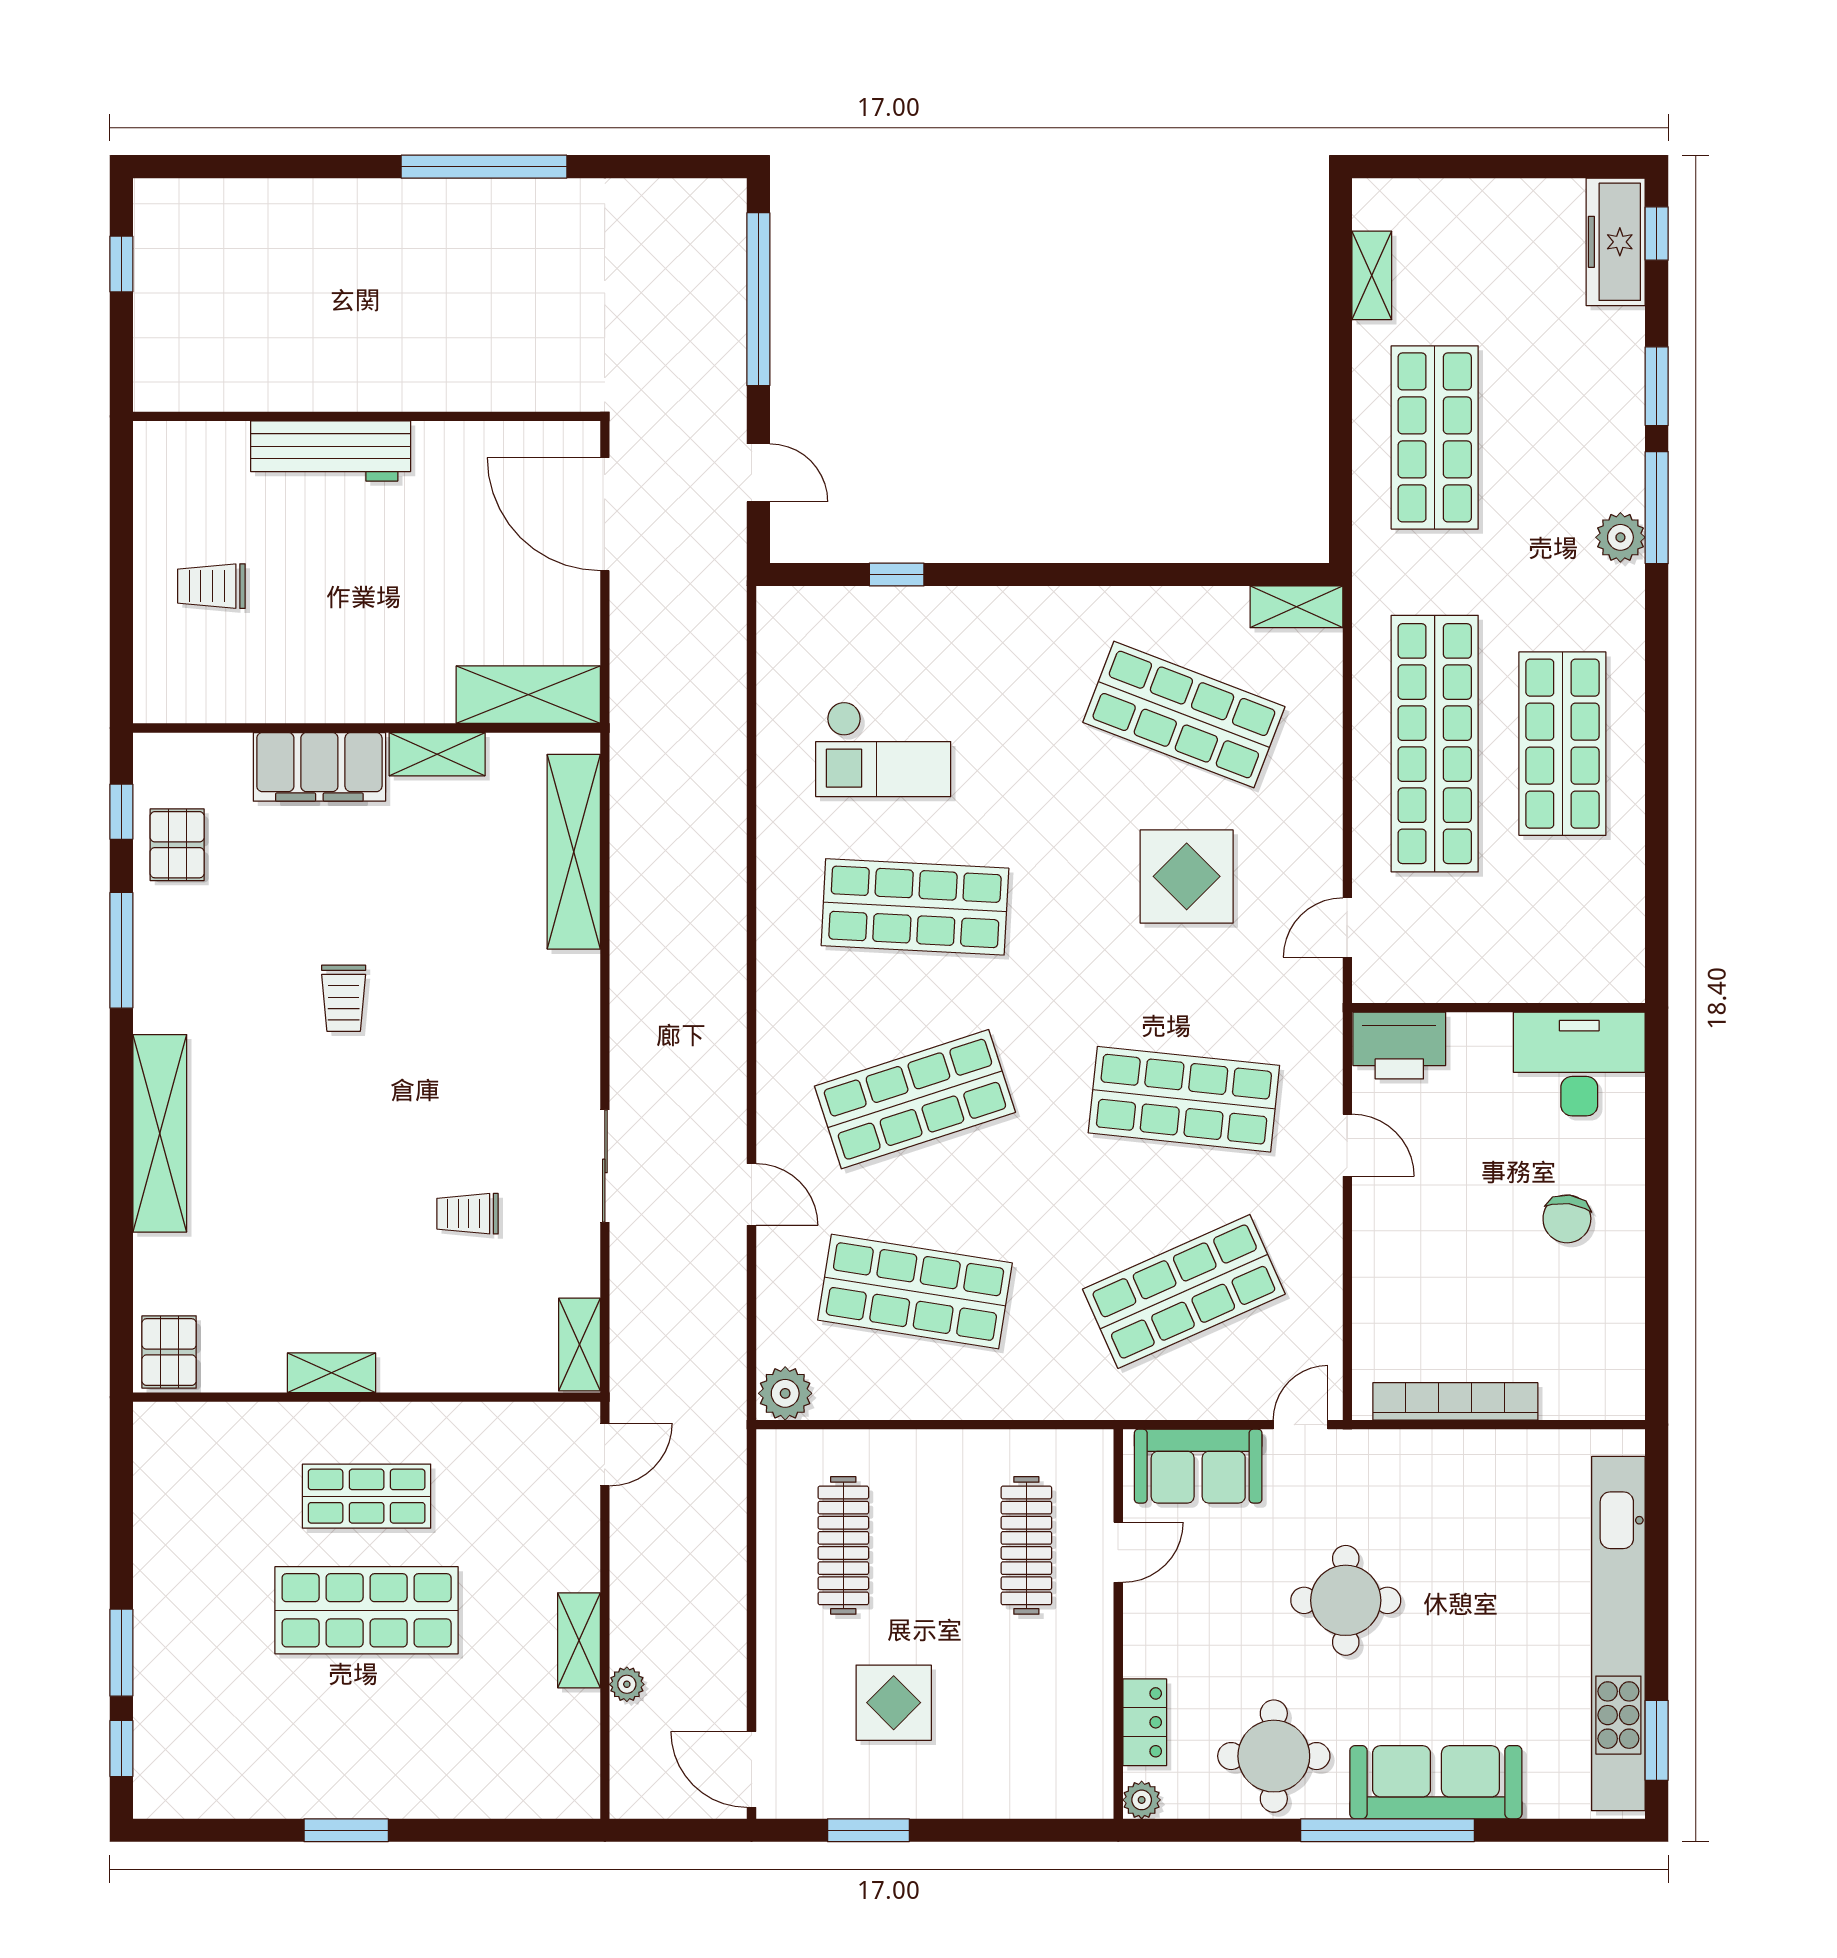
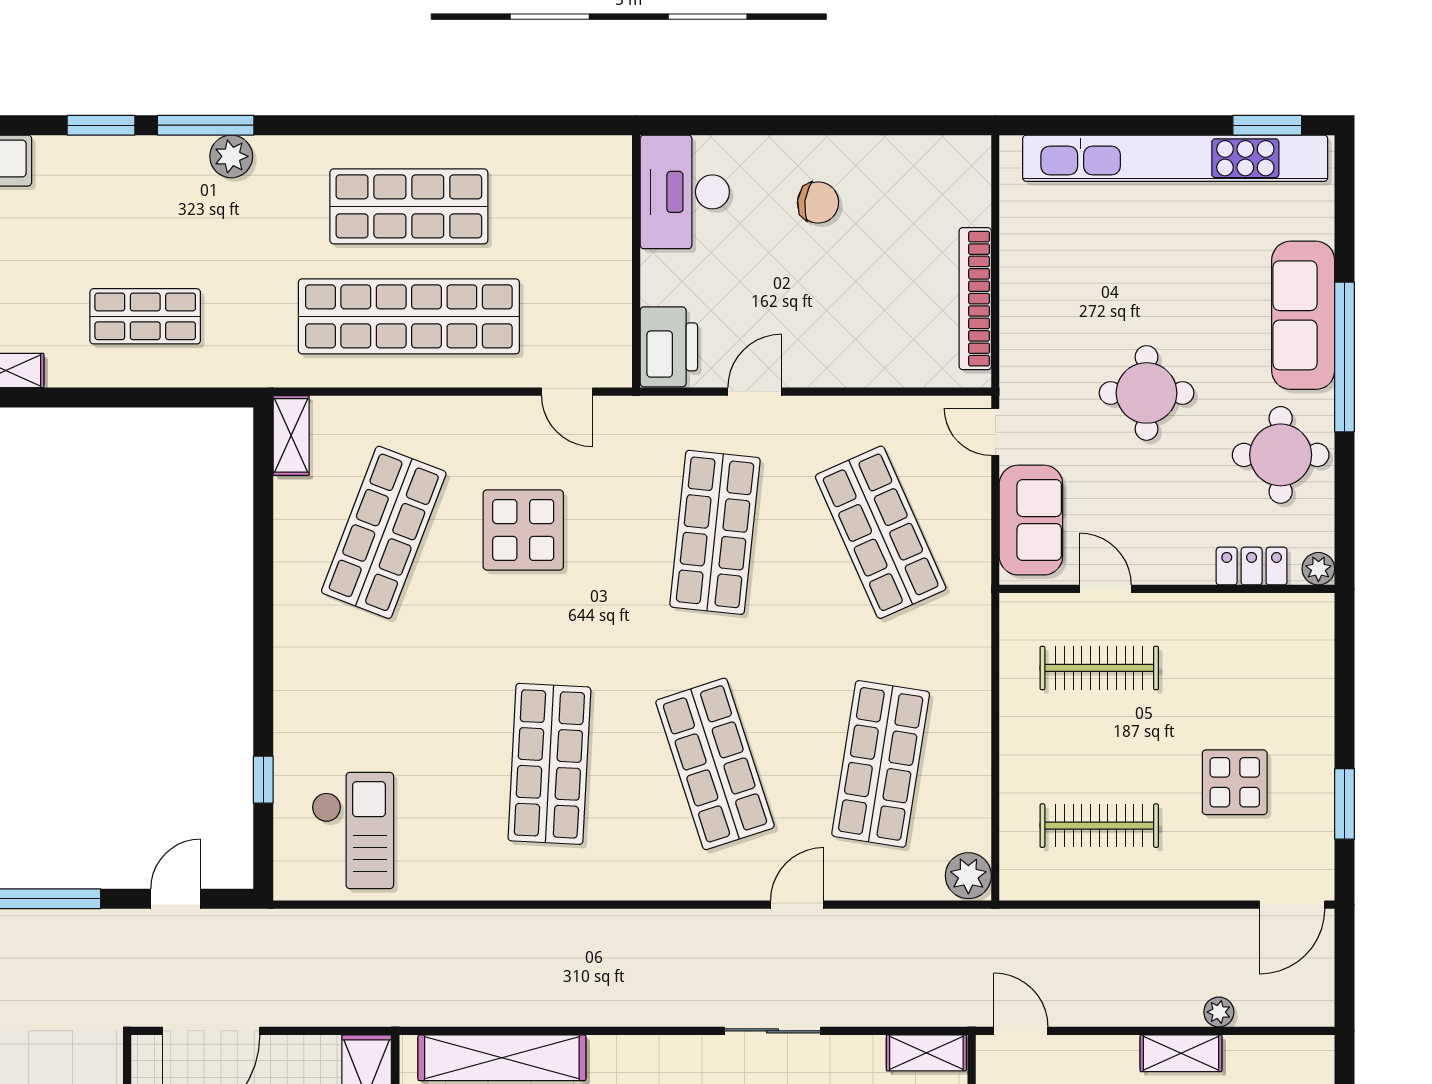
shop shelf: (1435, 437) -> (145, 316), width x0.70, depth x0.74
checkout: (883, 749) -> (353, 831), moved

